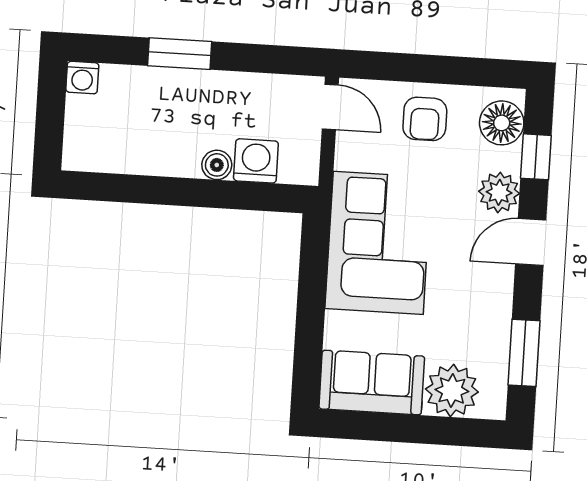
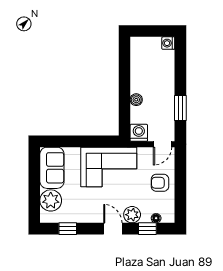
window: (180, 54) -> (180, 108), moved
floor lamp: (502, 123) -> (156, 218), width x0.53, depth x0.53
washing machine: (256, 161) -> (139, 133), moved, turned -90
window: (524, 353) -> (68, 229), width x0.67

